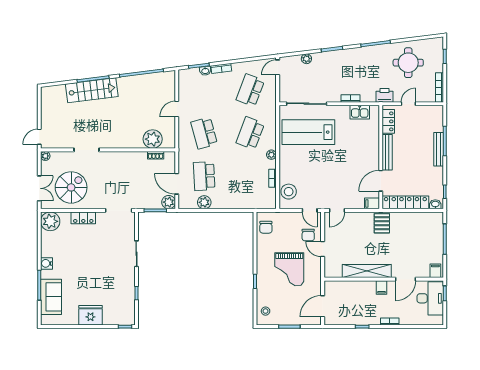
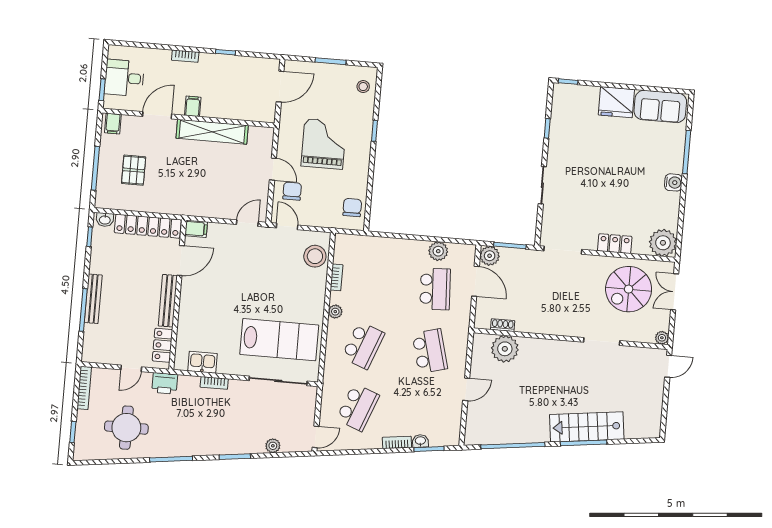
pallet: (382, 223) -> (134, 170), moved
sofa: (51, 297) -> (660, 106), moved, turned -90
desk: (430, 298) -> (124, 78), width x0.73

